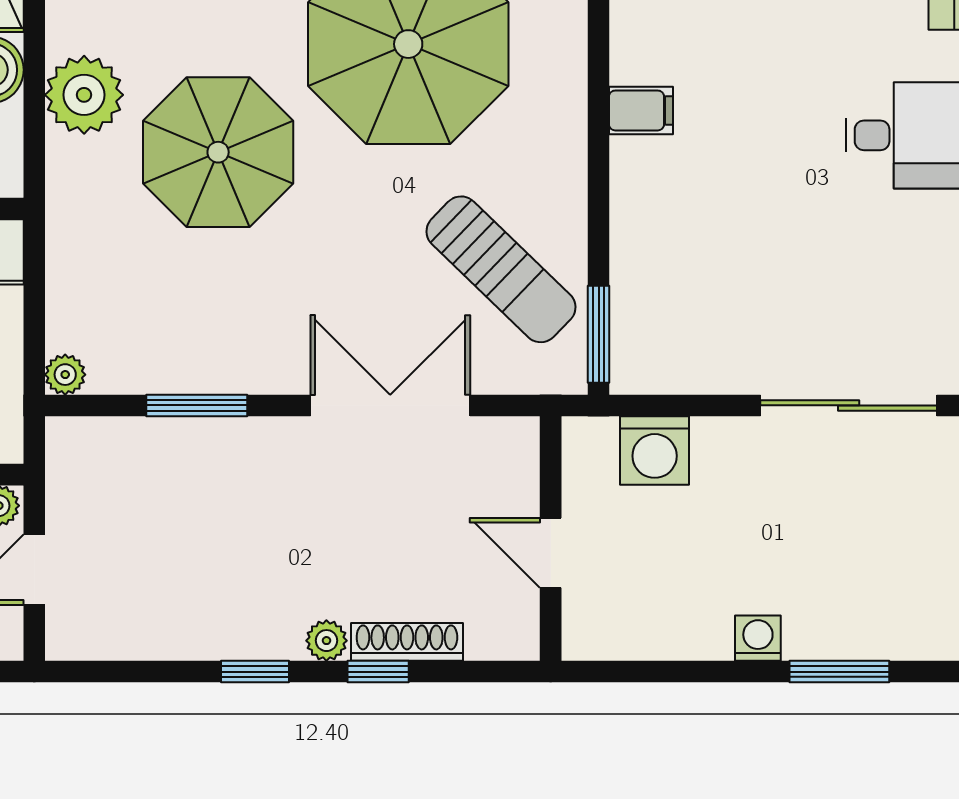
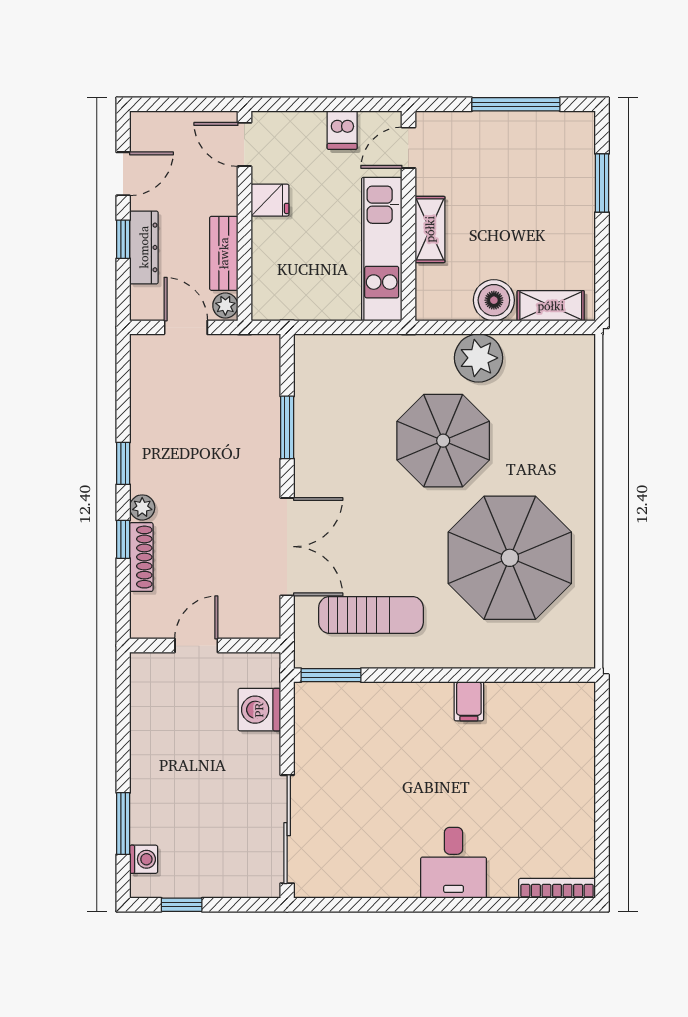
sun lounger: (501, 269) -> (371, 615), turned -134
plant: (65, 375) -> (306, 346), removed
washing machine: (758, 638) -> (144, 859), moved

